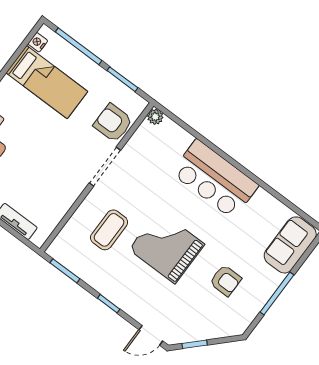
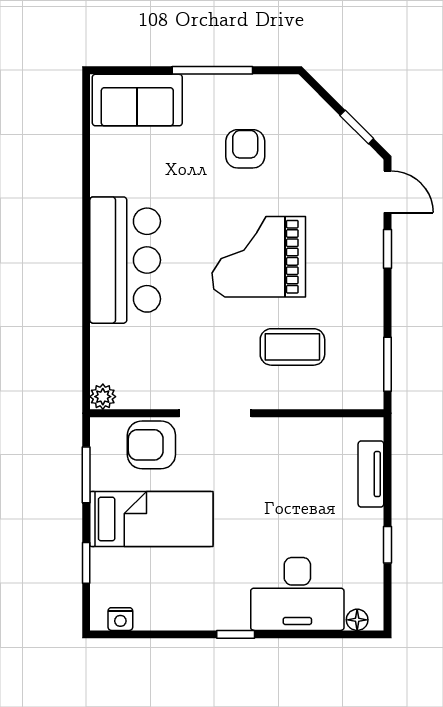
window: (79, 46) -> (86, 563), width x0.46
bed: (47, 82) -> (151, 519), moved, turned 90
armchair: (113, 123) -> (151, 445), turned 90
grand piano: (167, 247) -> (259, 257), turned 90
window: (109, 304) -> (387, 249), moved

